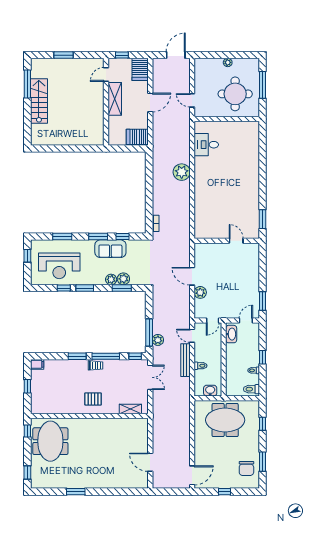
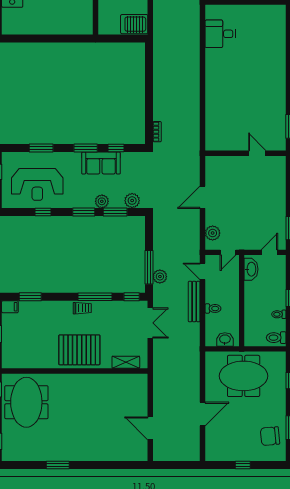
plant: (182, 172) -> (189, 68), removed
door: (192, 276) -> (203, 197), hinge flipped
plant: (123, 279) -> (132, 201), moved
window: (85, 288) -> (84, 212), moved
plant: (200, 292) -> (213, 233), moved
window: (77, 356) -> (30, 297), moved
pallet: (93, 399) -> (79, 350), width x2.05, depth x2.00
chair: (246, 468) -> (270, 436), turned 85
door: (192, 475) -> (203, 414), moved

